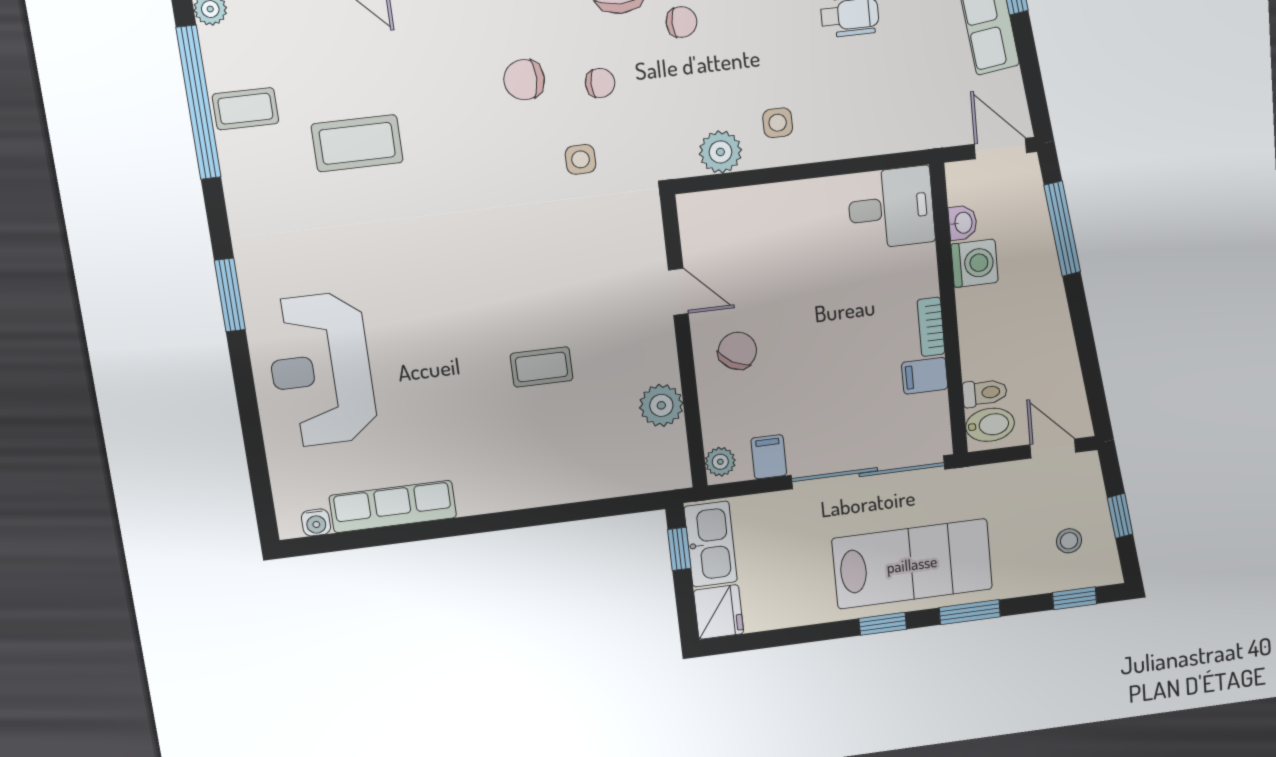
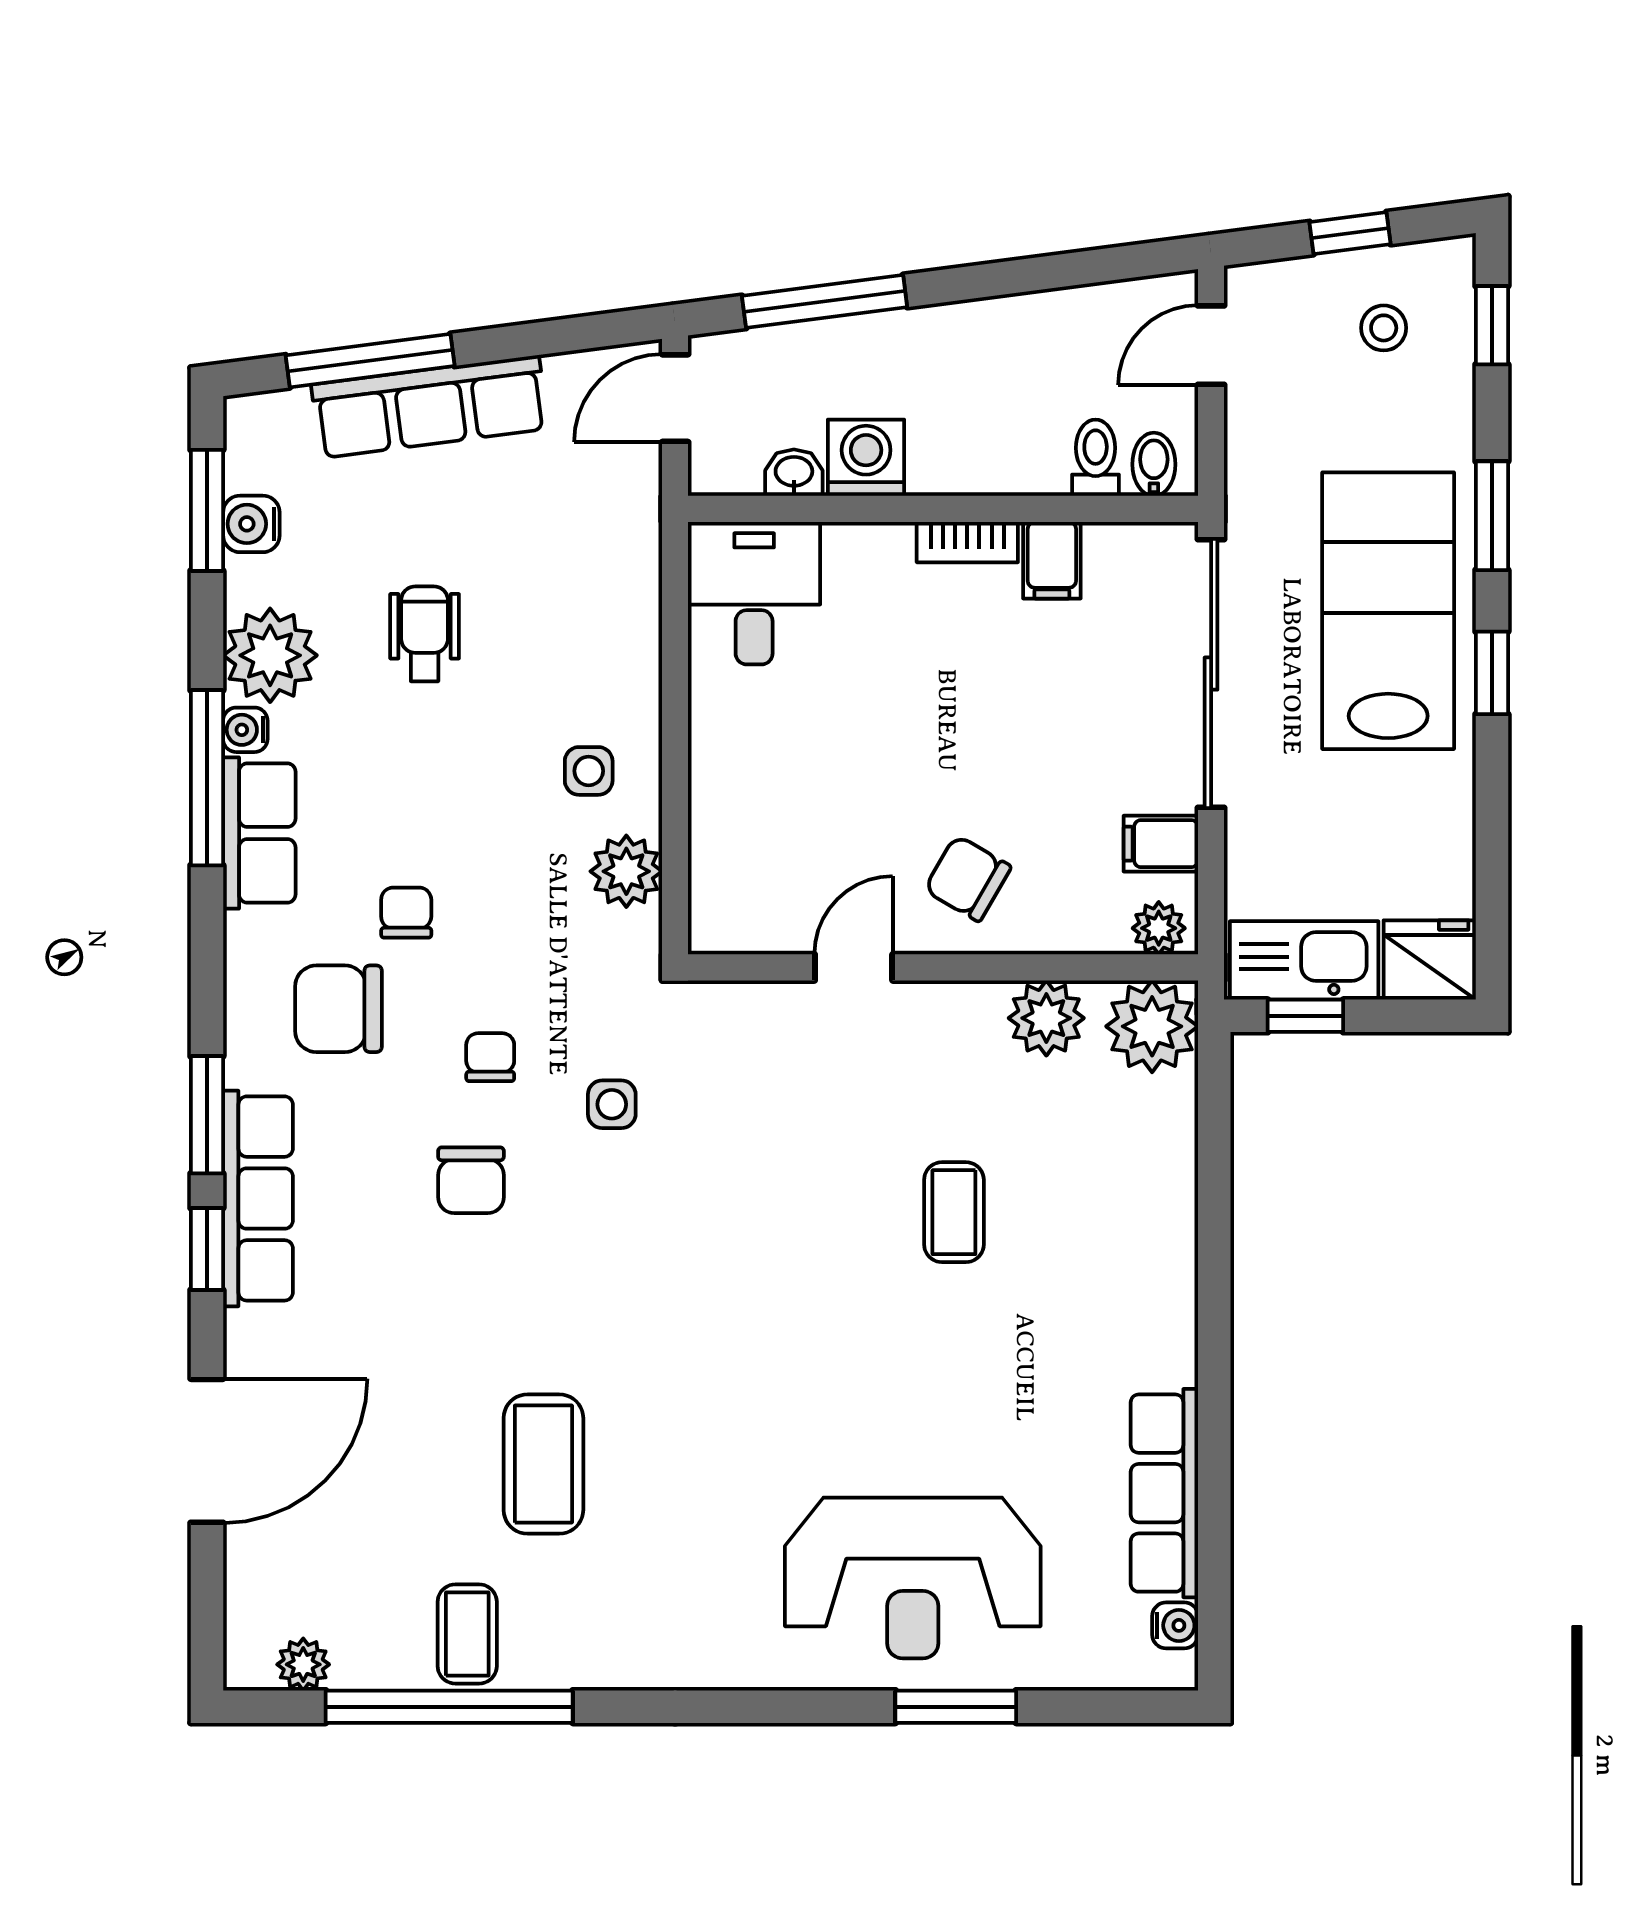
window: (230, 295) -> (956, 1707), moved
bidet: (990, 425) -> (1154, 464), width x0.72, depth x0.74
plant: (663, 465) -> (1152, 1026), added

